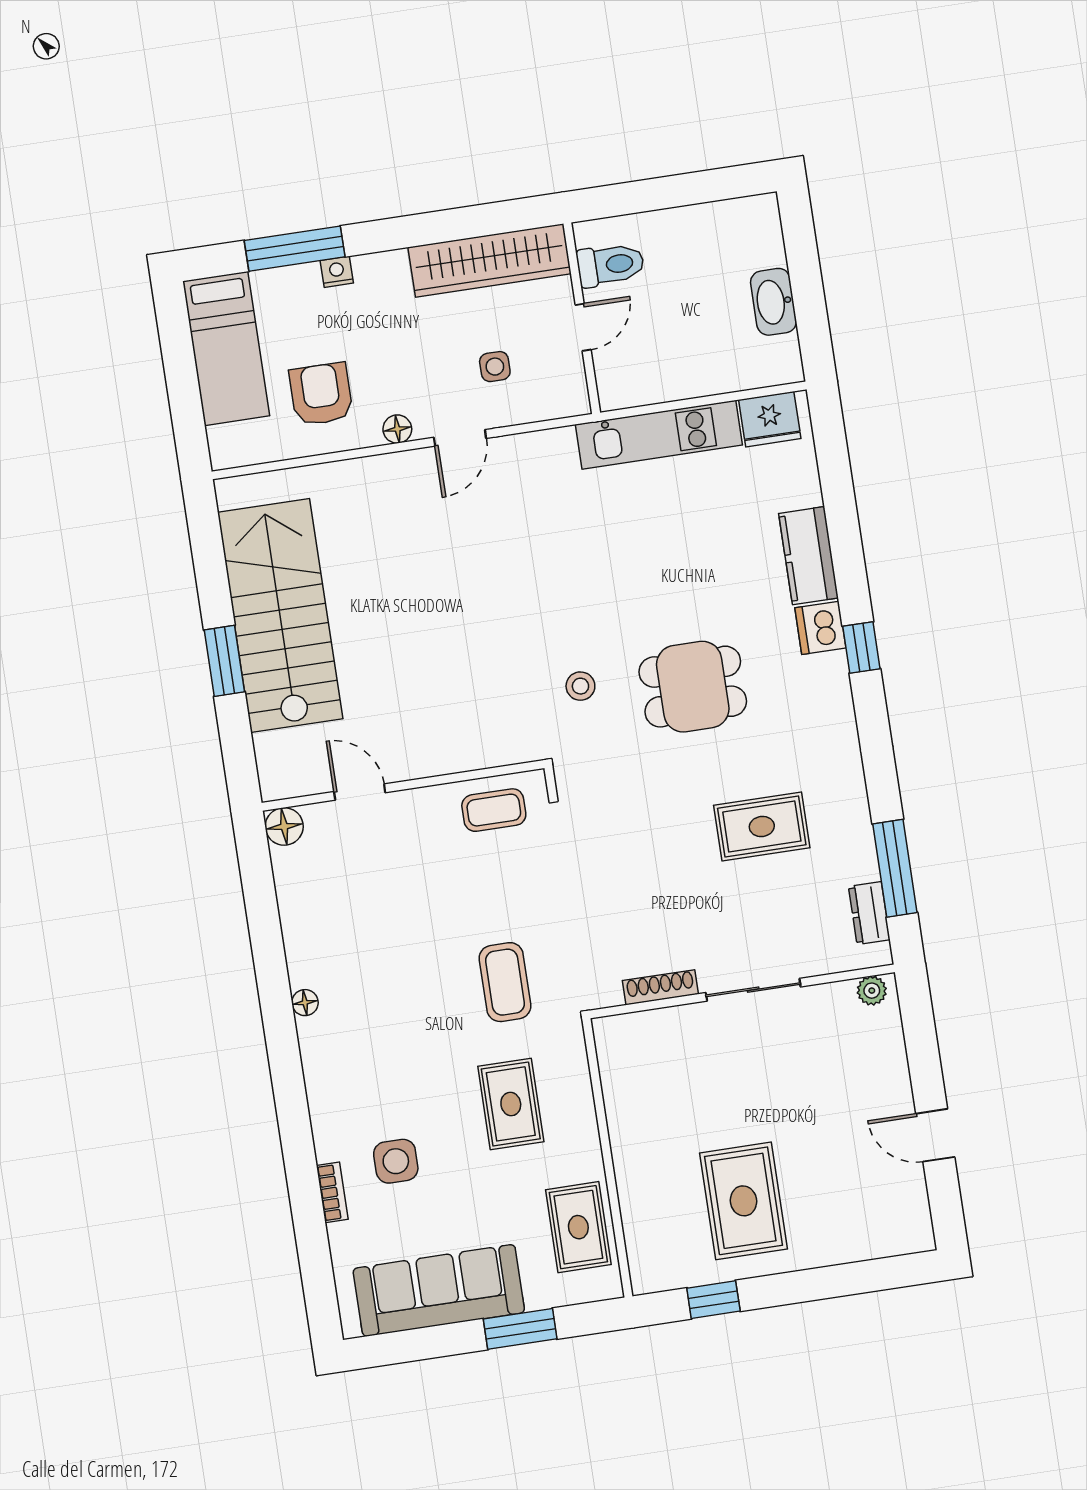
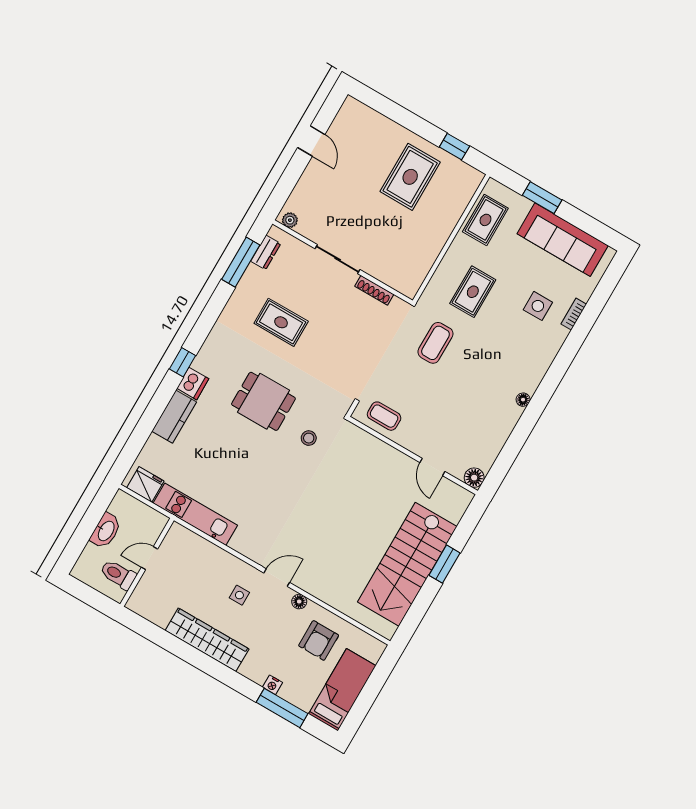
toilet: (610, 265) -> (118, 575), moved
wall: (582, 318) -> (147, 562), moved
door: (583, 327) -> (149, 558), moved

